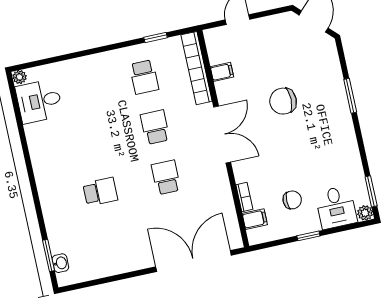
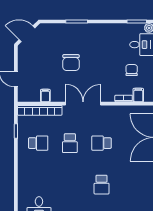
school desk: (155, 127) -> (70, 143), turned -90
school desk: (100, 192) -> (102, 185), turned 180

